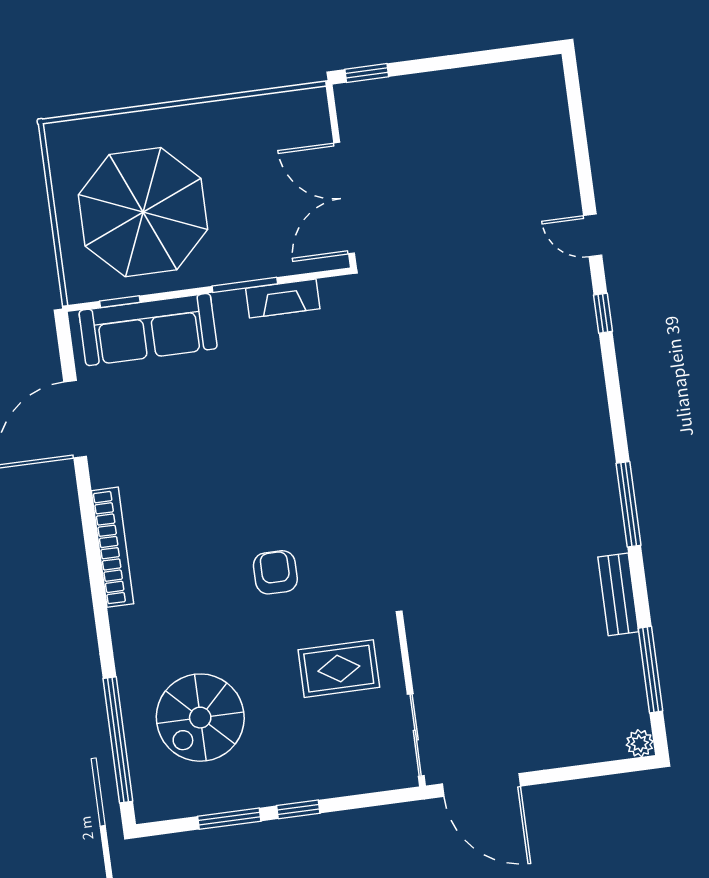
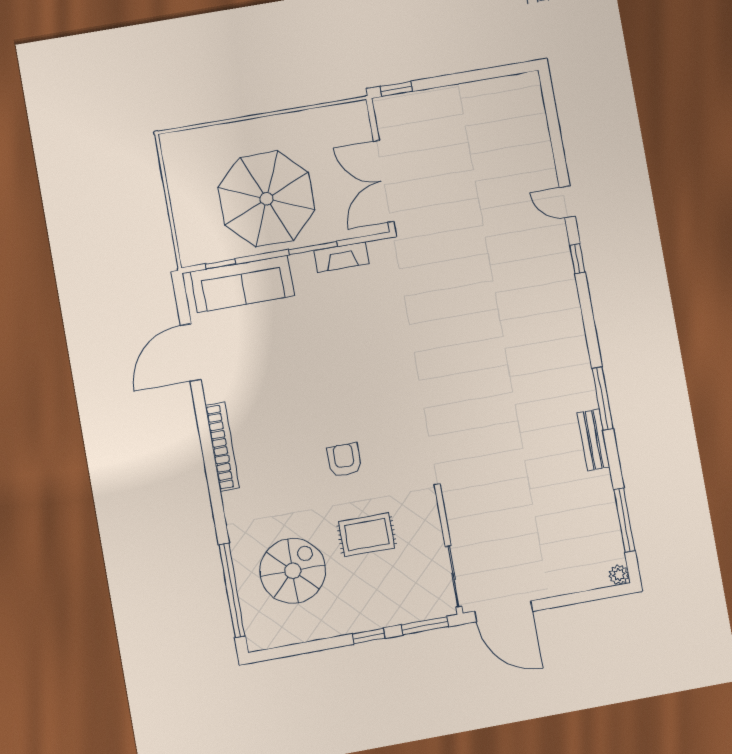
parasol: (143, 212) -> (267, 199), moved
bench: (618, 594) -> (594, 440), moved
rug: (339, 669) -> (367, 535), moved
spiral stairs: (200, 718) -> (293, 571), turned 180
window: (229, 819) -> (425, 626), moved

